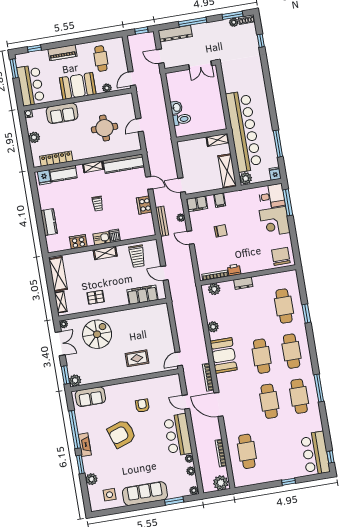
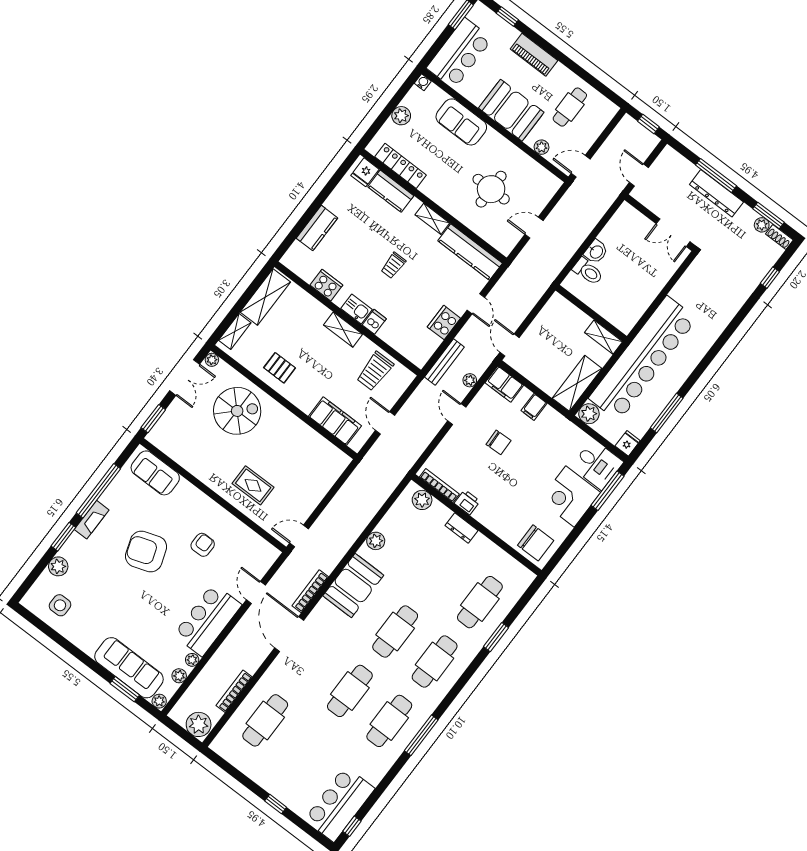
dresser: (175, 34) -> (716, 193), moved
chair: (281, 256) -> (536, 543), turned 90
plant: (75, 380) -> (157, 436), removed
sofa: (145, 494) -> (129, 668), moved

